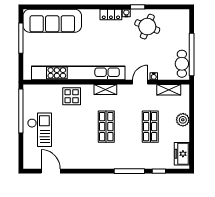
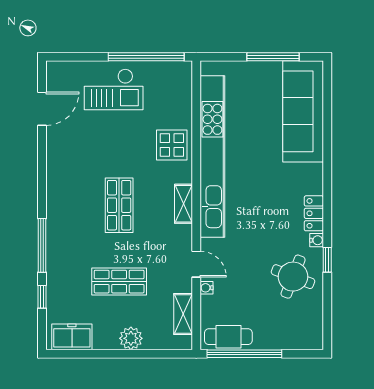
shop shelf: (106, 127) -> (119, 205), turned 90

